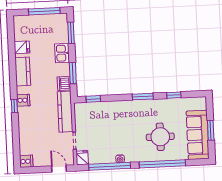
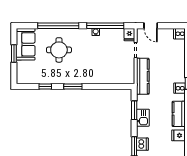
kitchen sink: (62, 53) -> (143, 118), moved
dishwasher: (64, 83) -> (142, 144), moved
window: (93, 99) -> (117, 86), removed
sofa: (198, 135) -> (26, 44), width x0.73

